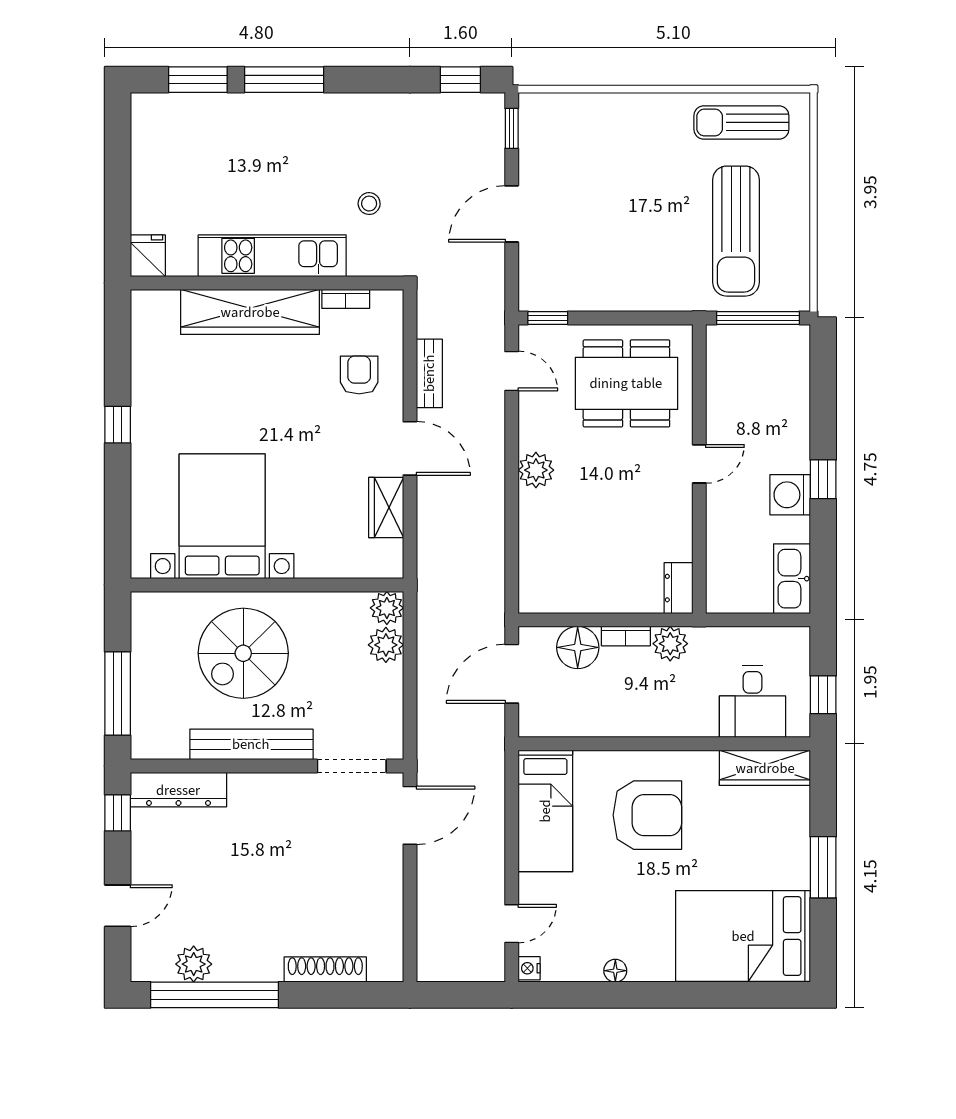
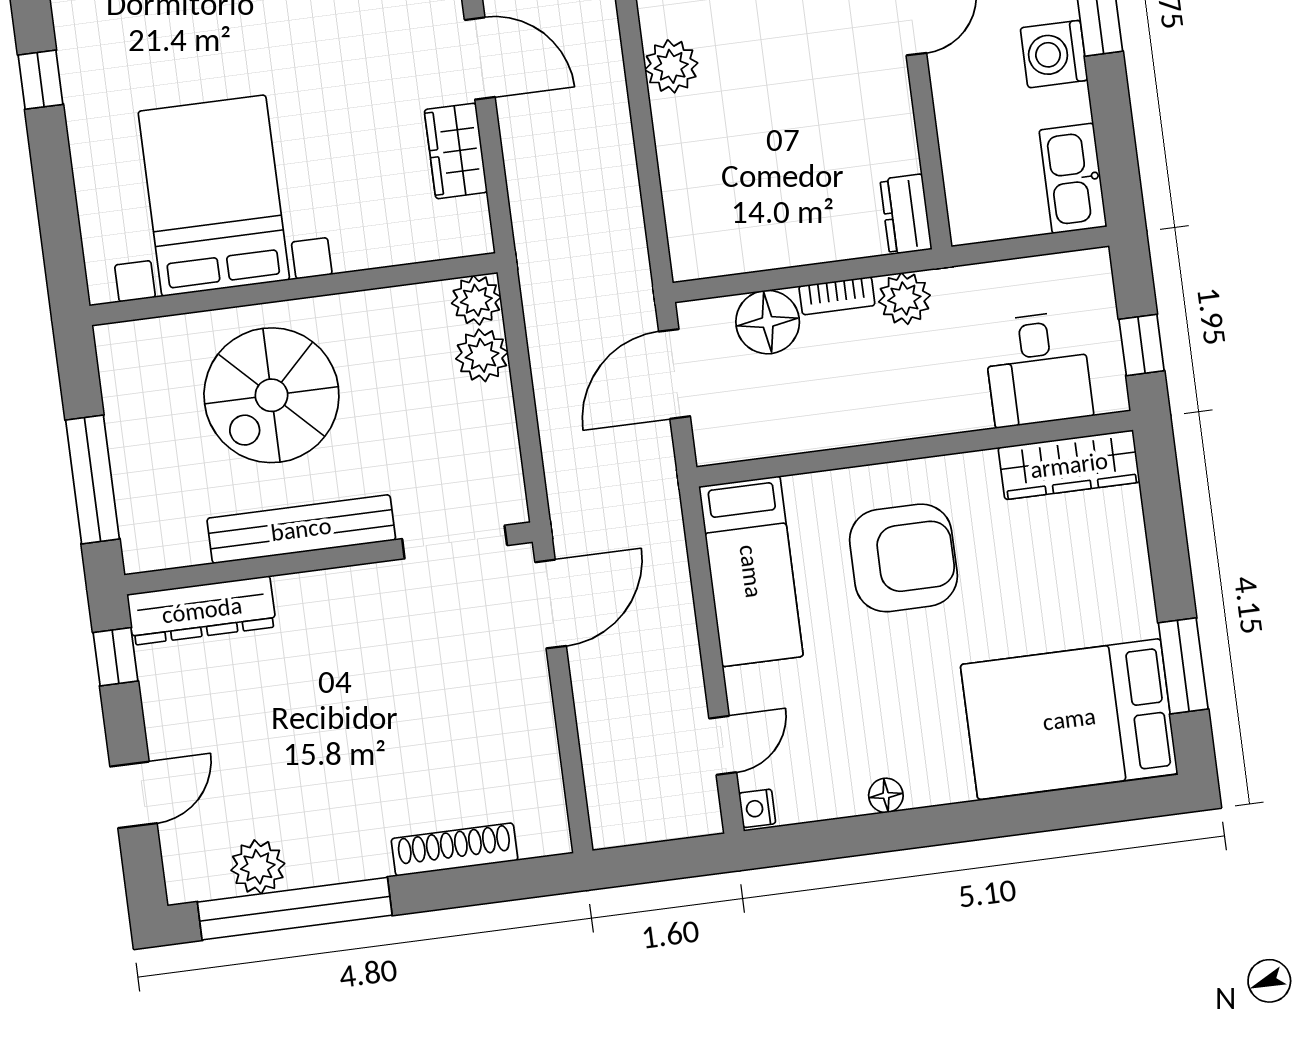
window: (823, 867) -> (1183, 666), moved

